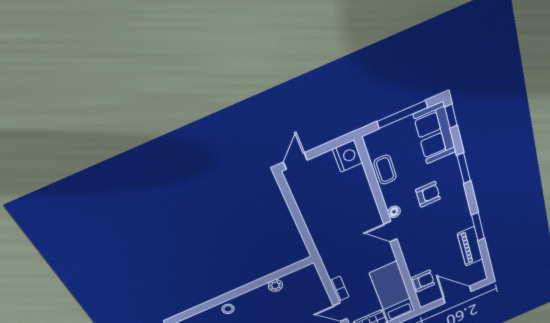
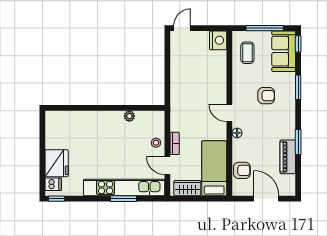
coffee table: (385, 170) -> (247, 53), moved
floor lamp: (394, 212) -> (237, 133), moved
stool: (228, 309) -> (156, 143), moved

